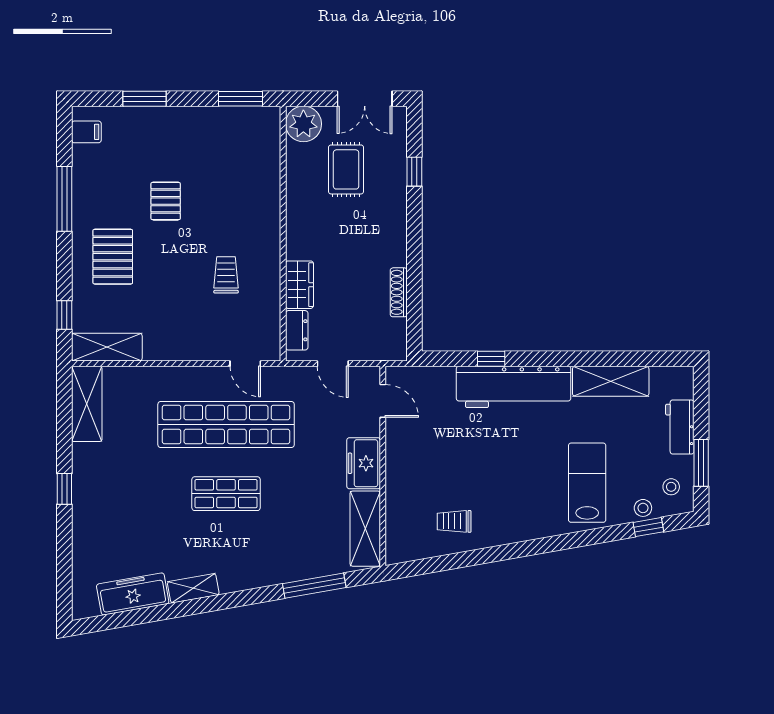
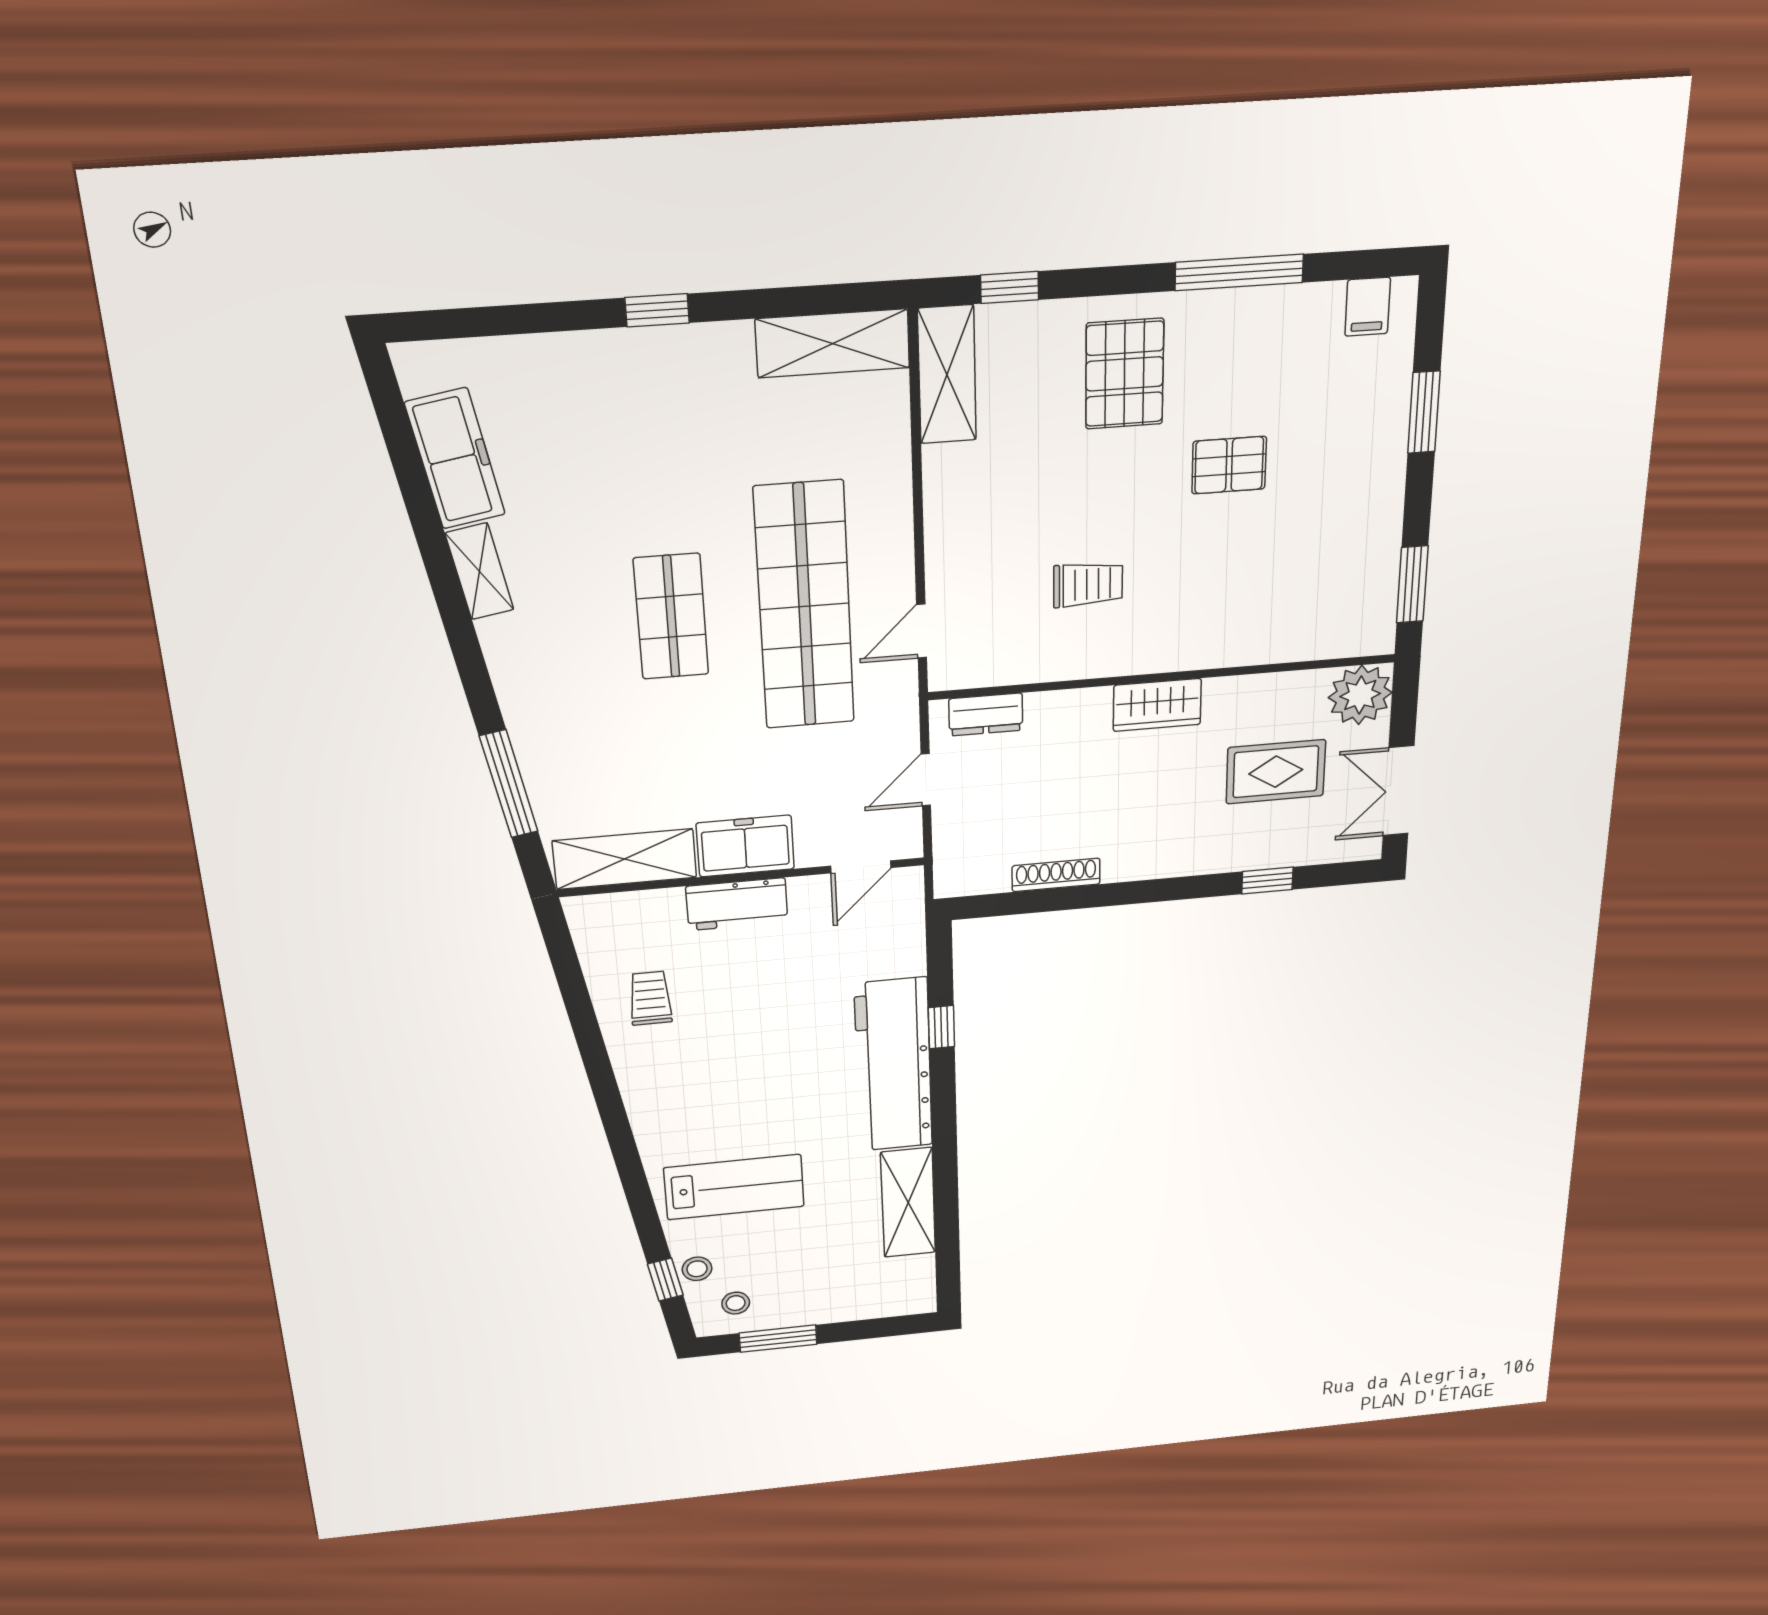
pallet: (113, 257) -> (1125, 374), turned 90
wardrobe: (299, 285) -> (1157, 705), moved
workbench: (680, 427) -> (737, 904), moved, turned 180

